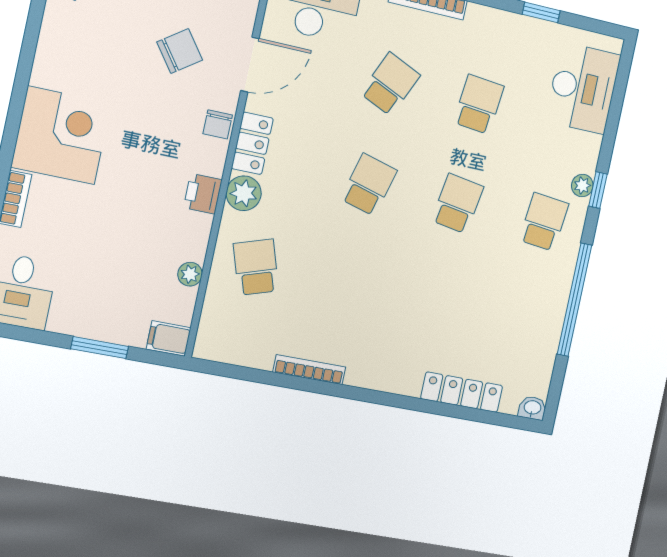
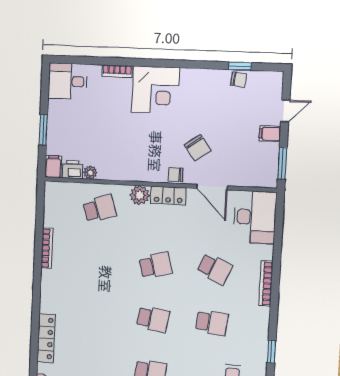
chair: (180, 51) -> (198, 148), moved
school desk: (369, 185) -> (156, 266), turned -30
printer: (203, 194) -> (73, 169), moved

